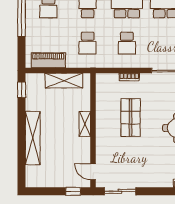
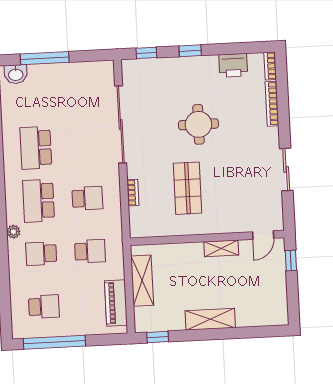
shop shelf: (131, 118) -> (187, 188), turned 90
shelving: (85, 124) -> (221, 248), moved
shelving: (33, 138) -> (210, 319), width x0.68
sliding door: (120, 191) -> (286, 169), moved

